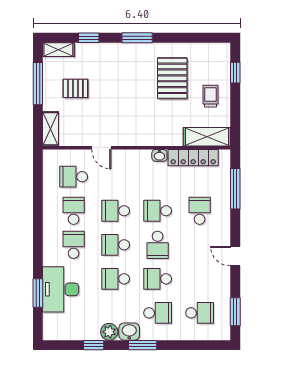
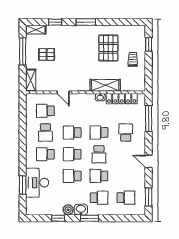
shelving: (207, 137) -> (105, 85), moved
school desk: (74, 211) -> (45, 133), turned 180
school desk: (74, 245) -> (45, 154), turned -90

